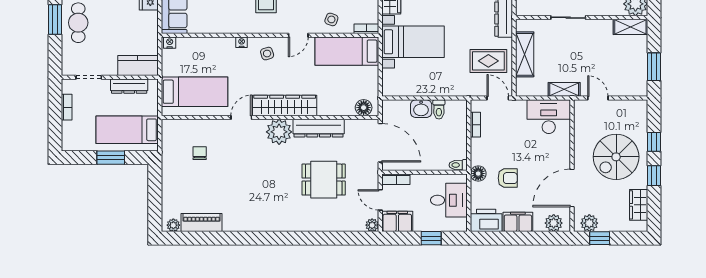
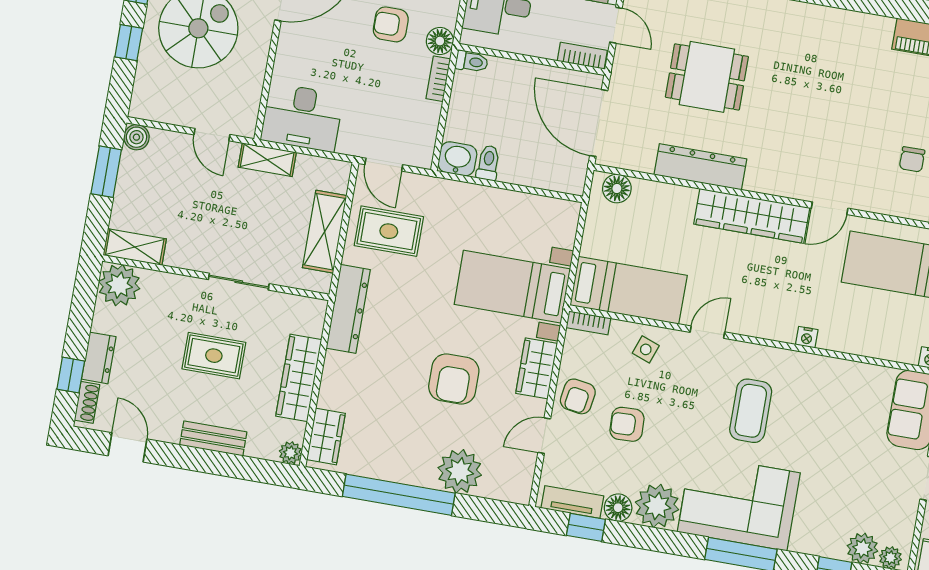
side table: (267, 54) -> (766, 310), removed
boiler: (640, 89) -> (136, 137), added
washbasin: (421, 109) -> (457, 159), moved
bookcase: (475, 125) -> (438, 79), moved
plant: (279, 132) -> (769, 172), removed

